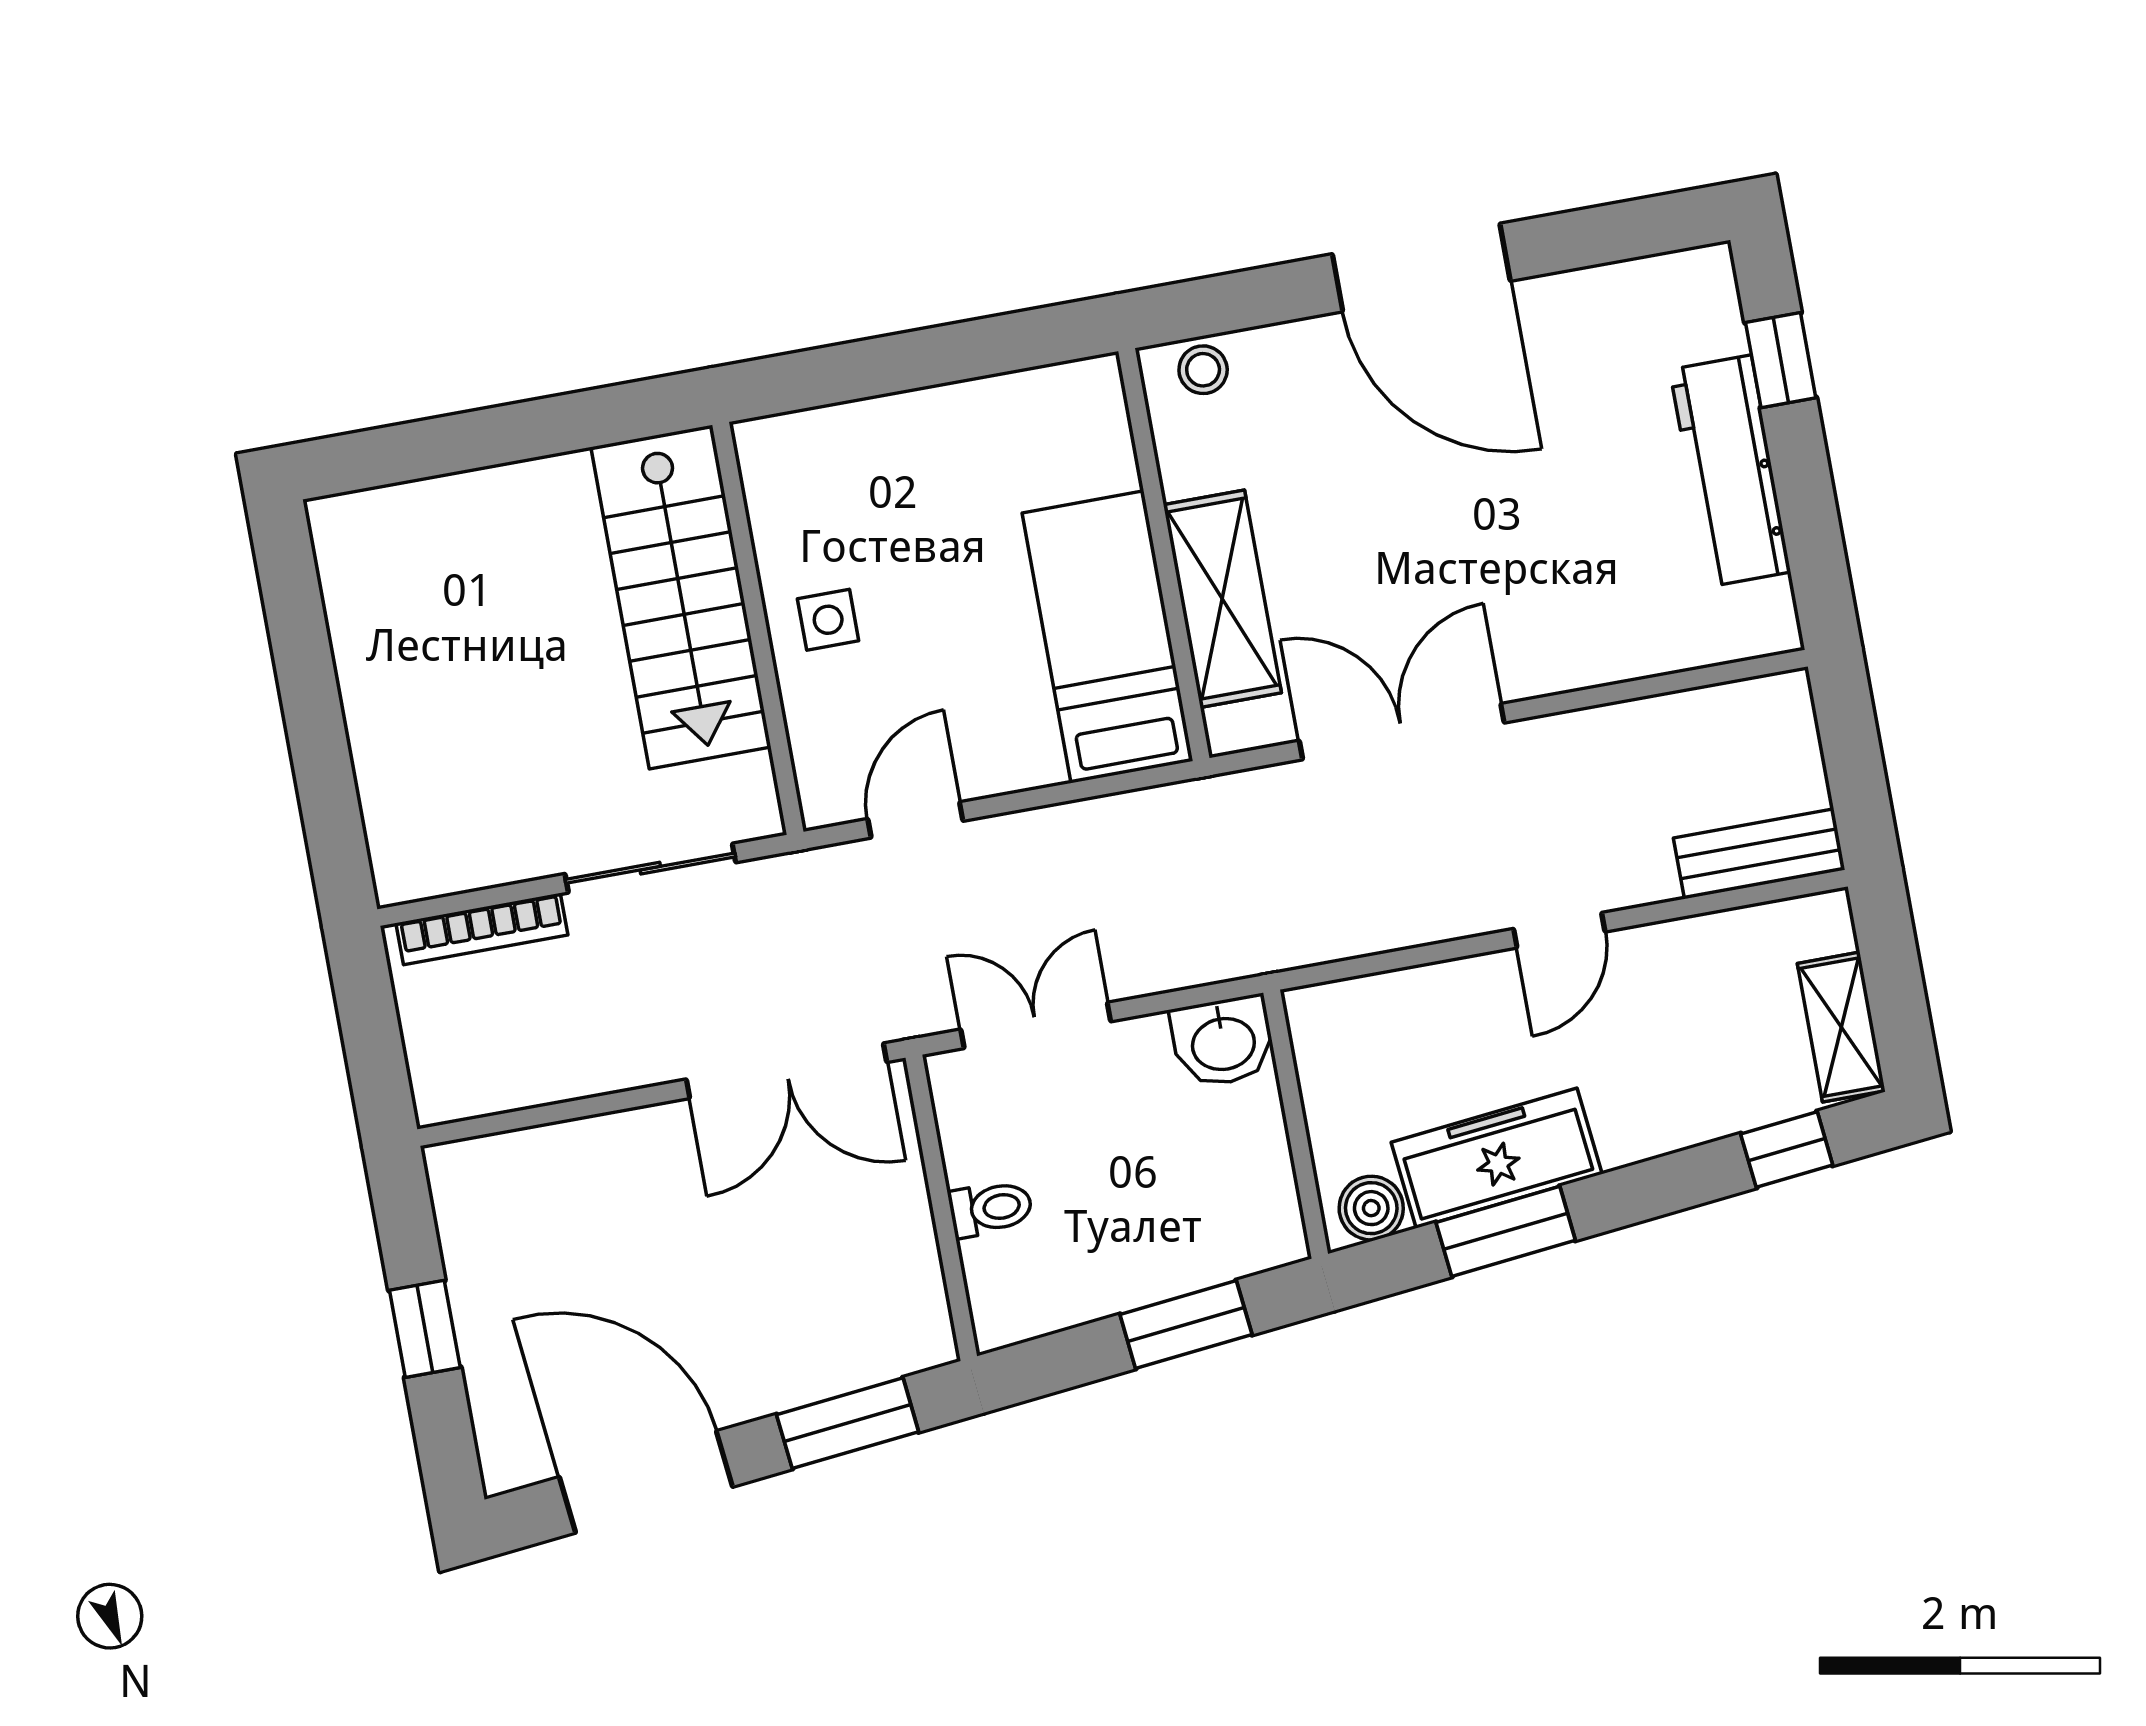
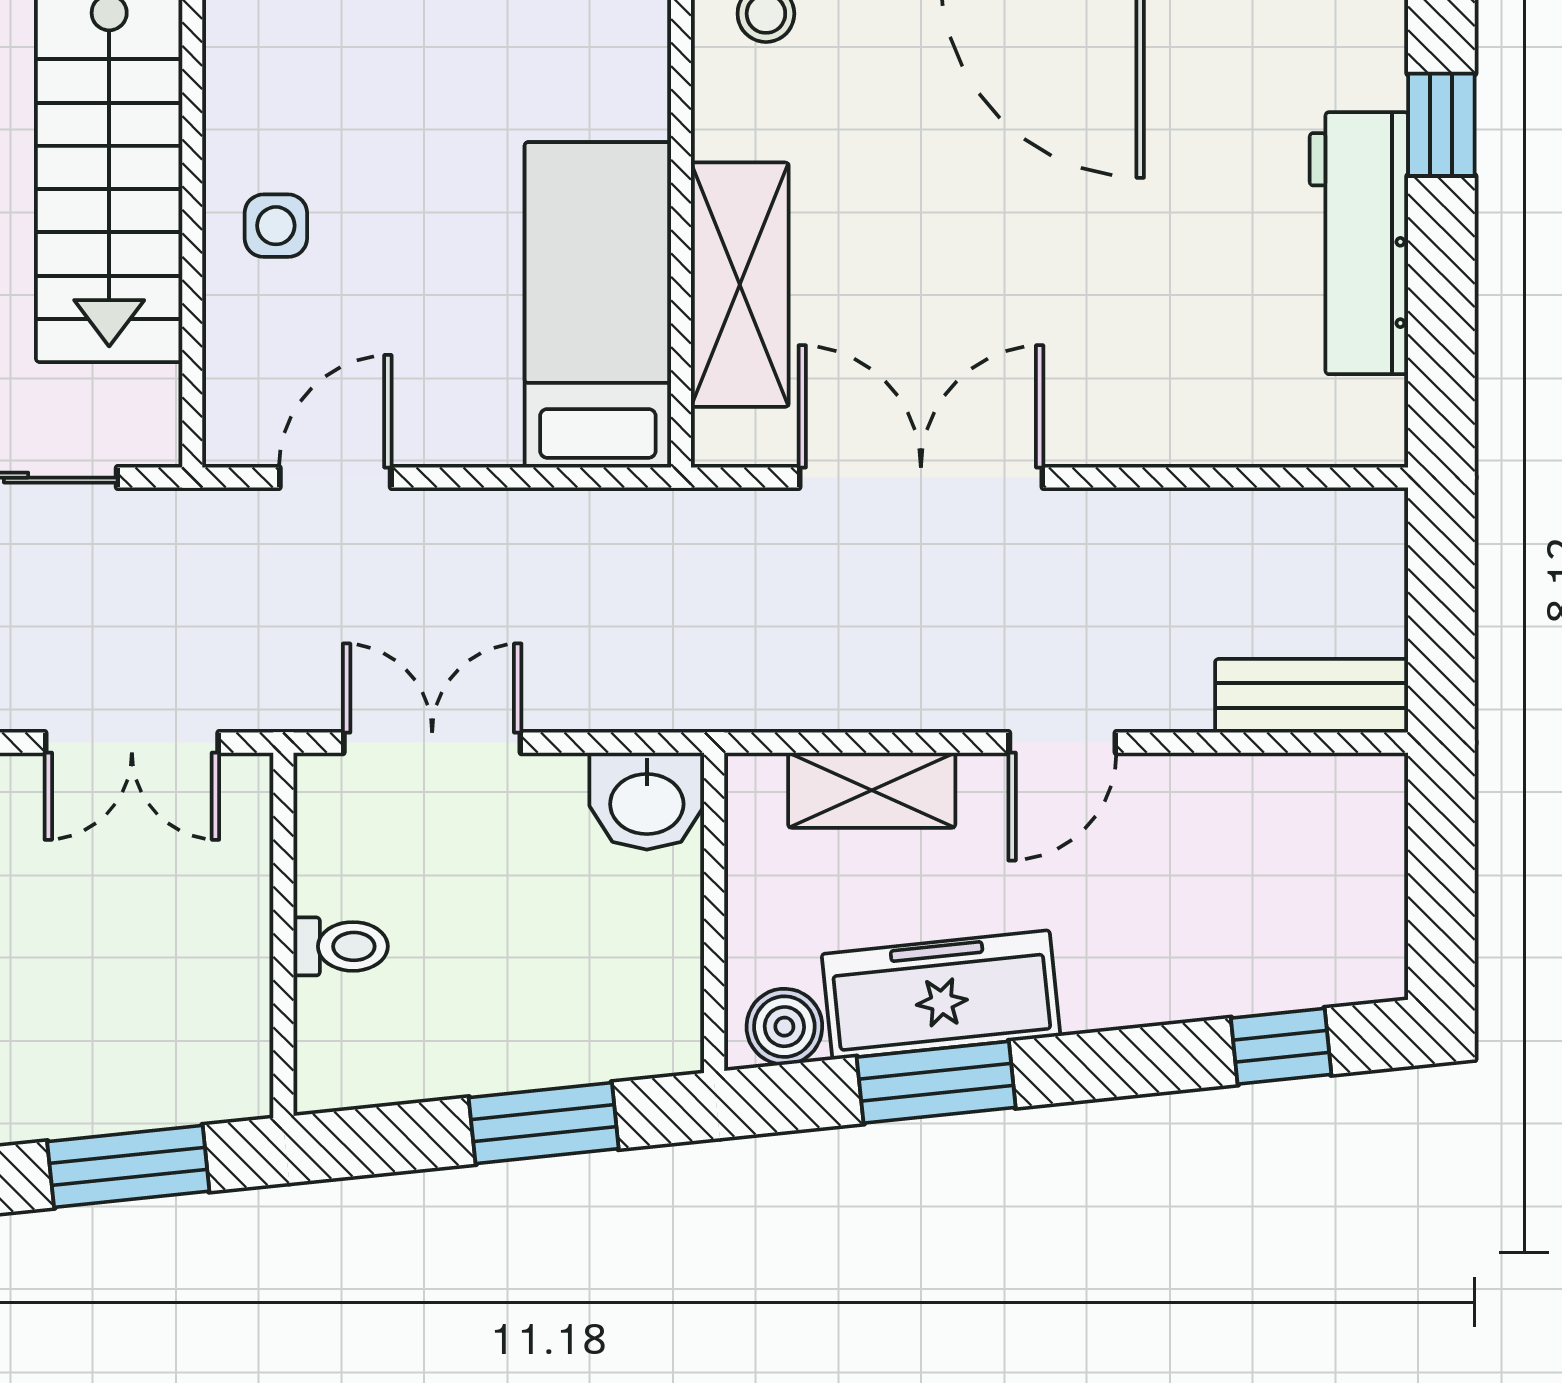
shelving: (1841, 1027) -> (872, 790), moved, turned 90
double door: (787, 1071) -> (132, 743), width x0.73

